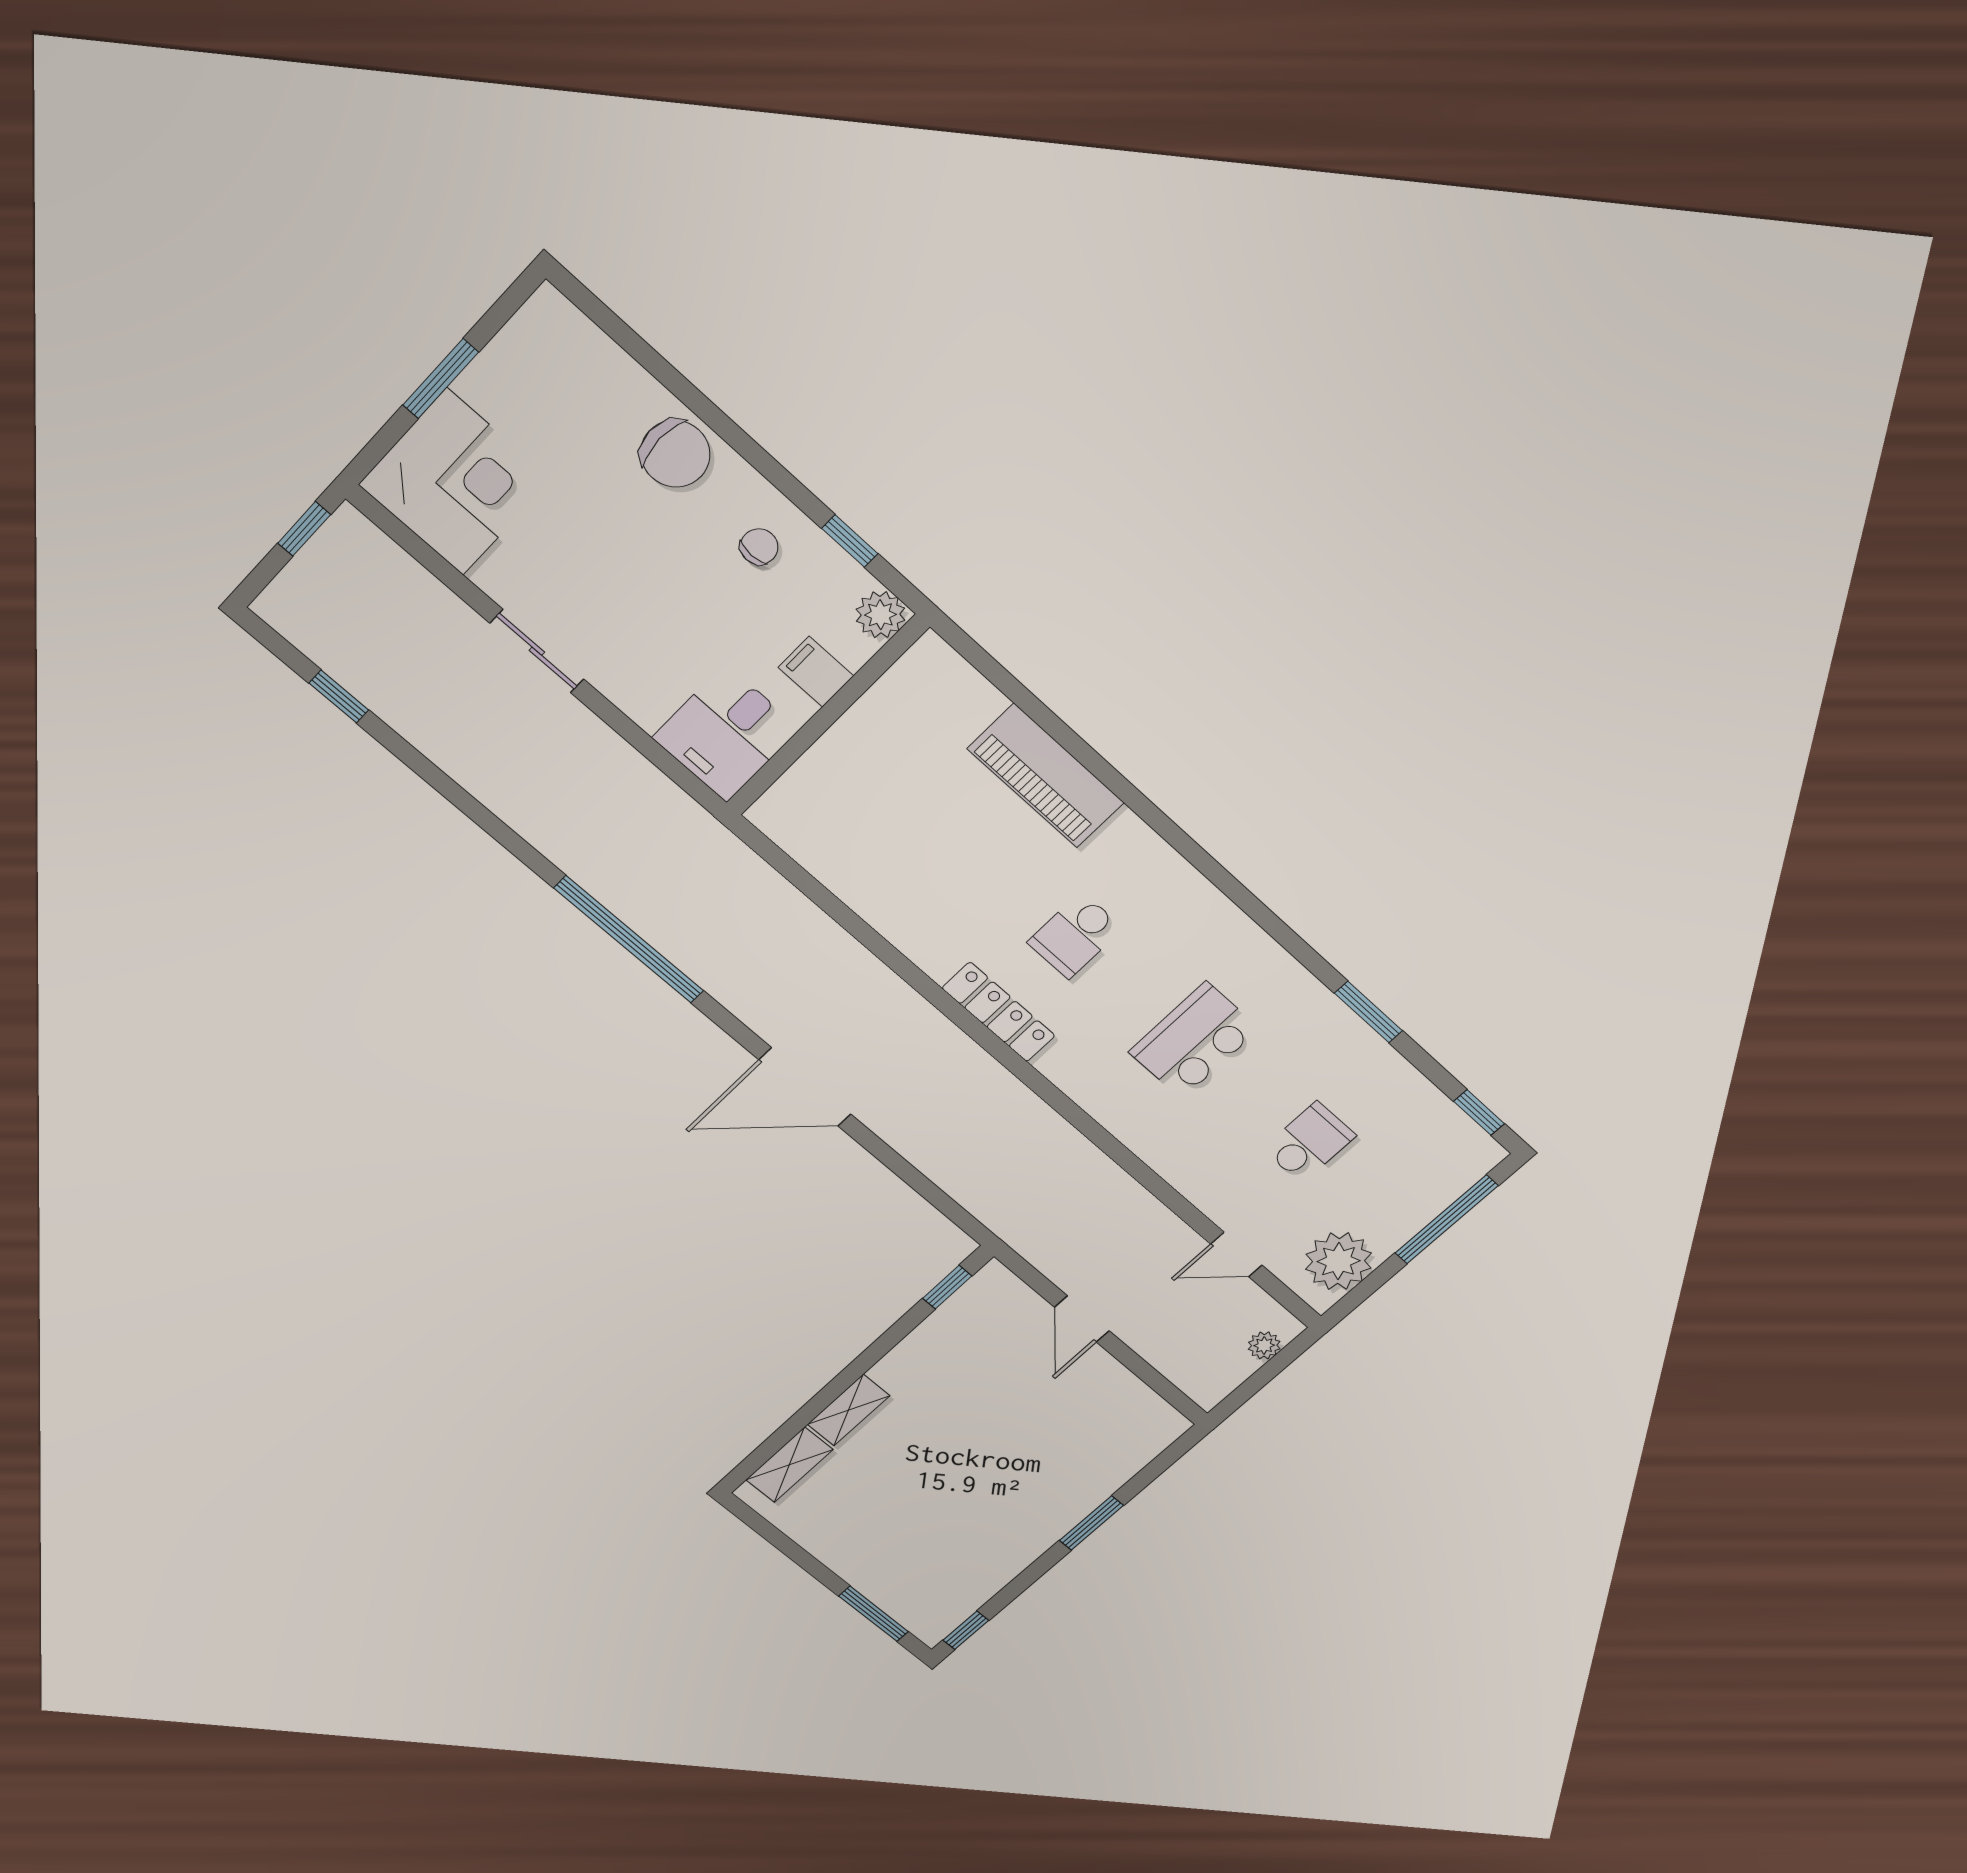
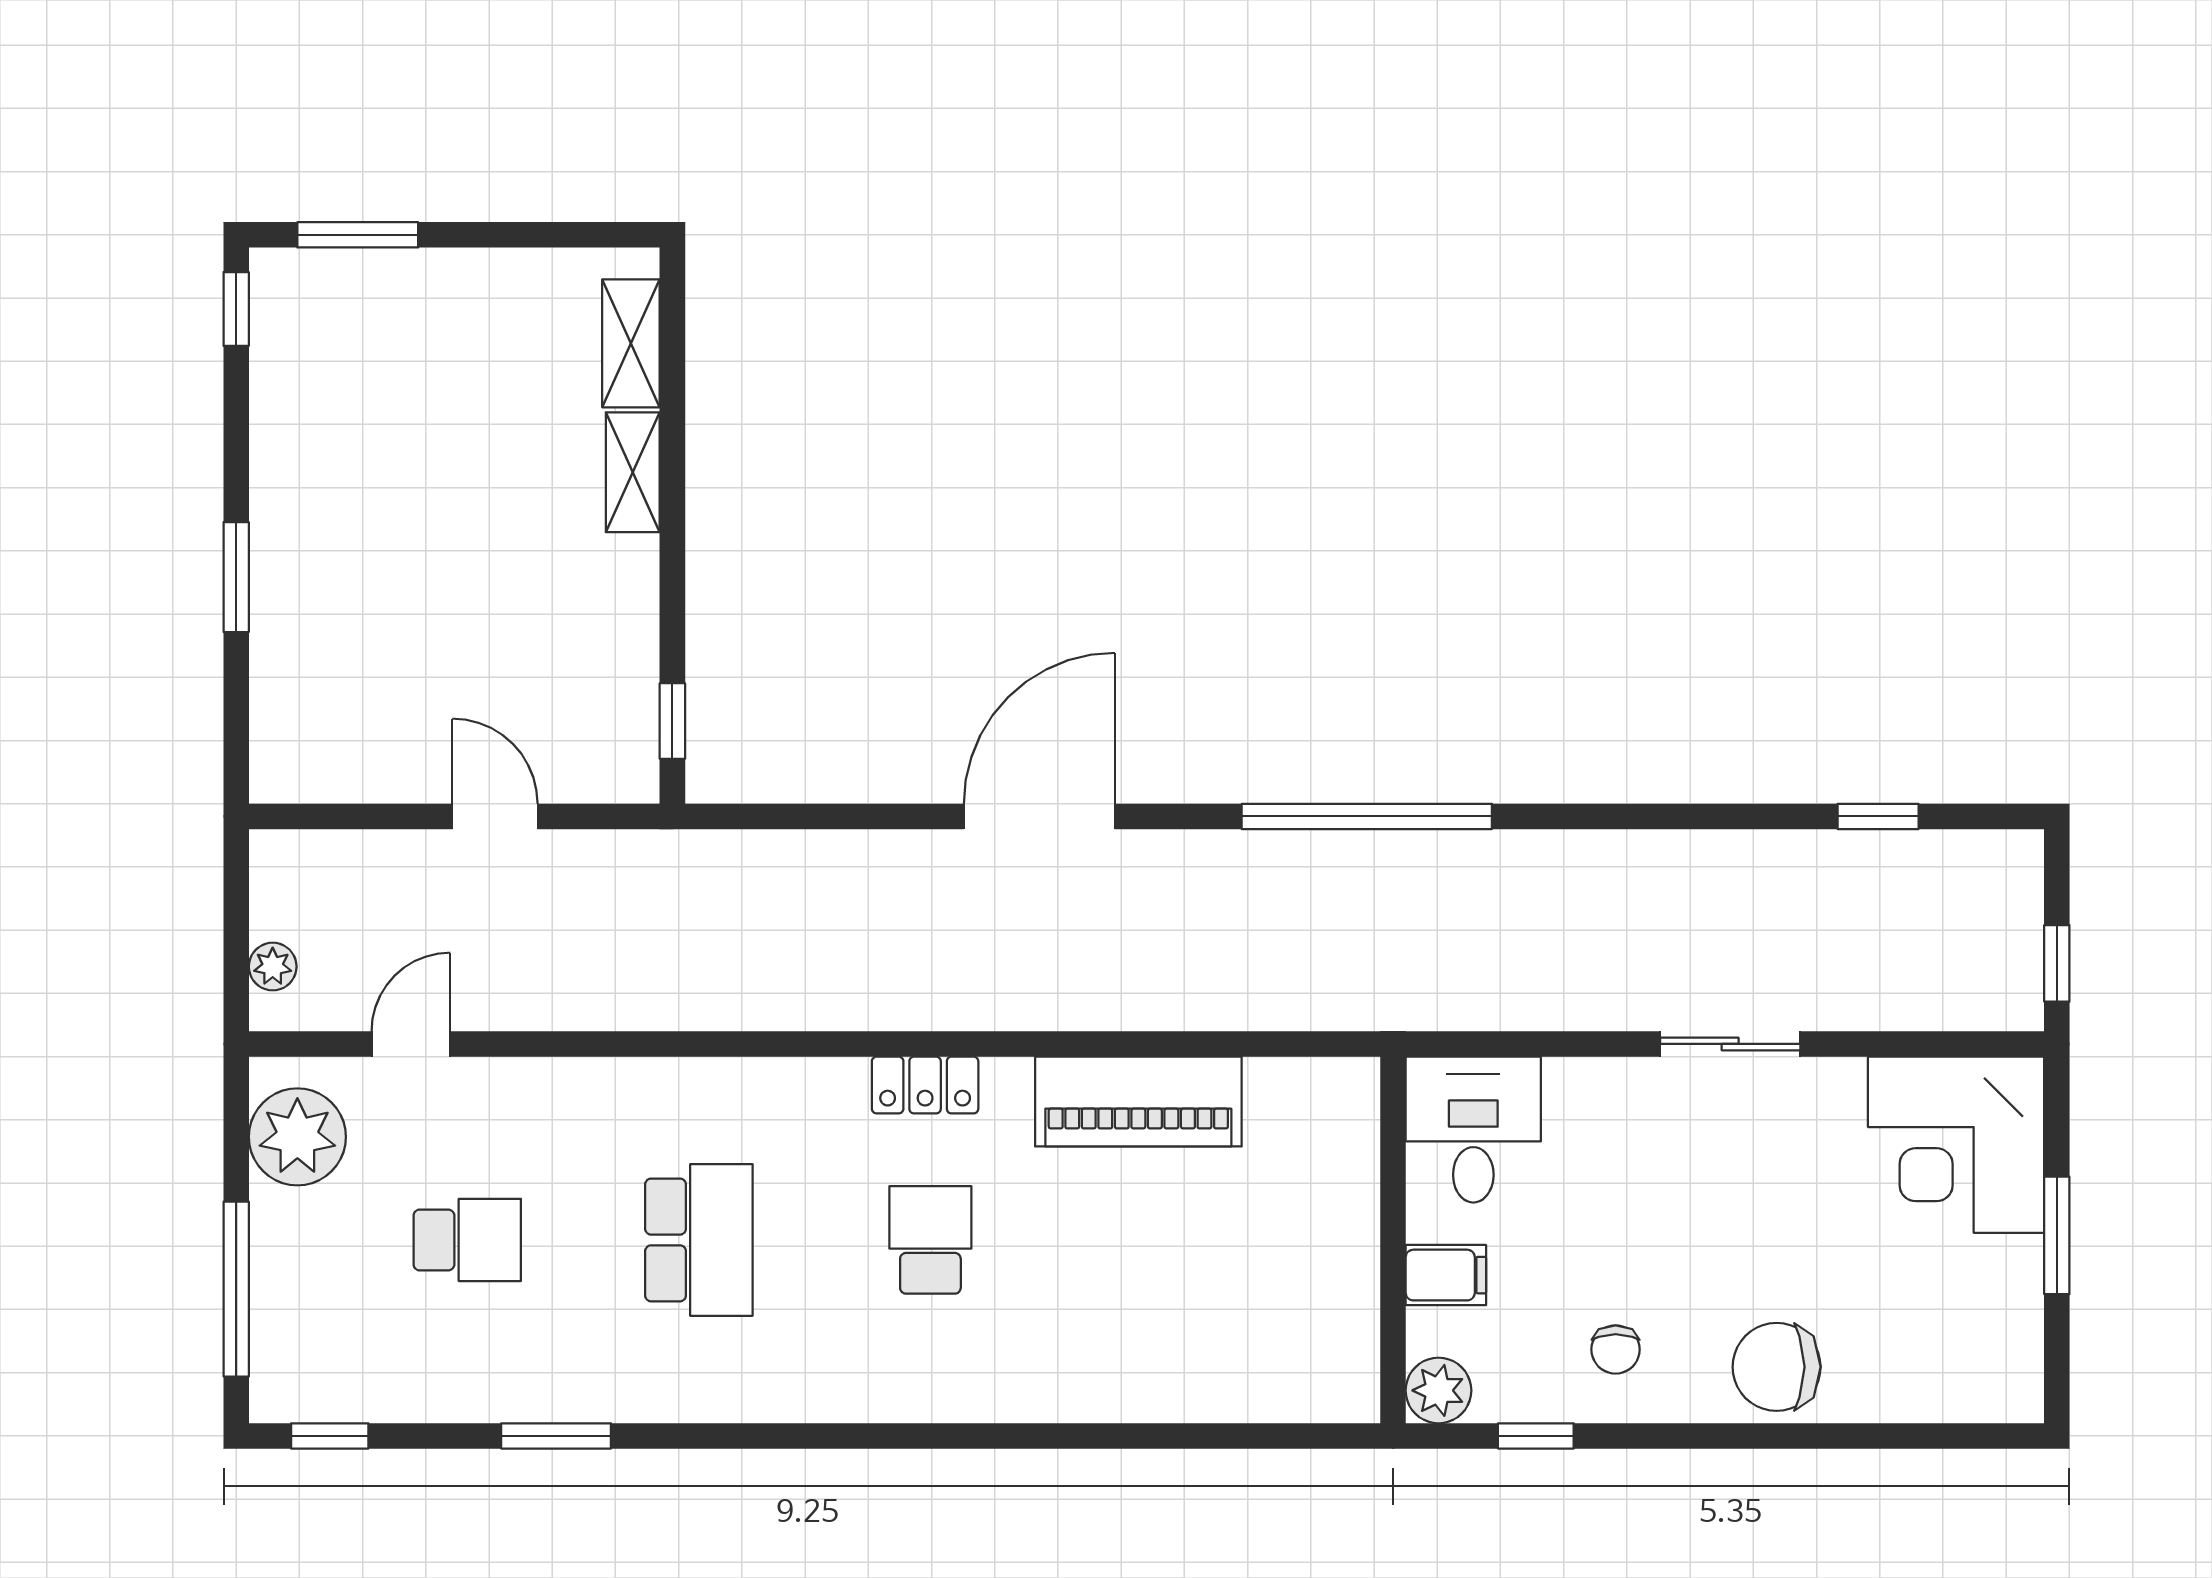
piano: (1046, 776) -> (1138, 1102), moved, turned 180
locker: (999, 1012) -> (925, 1085), width x0.66
school desk: (1309, 1142) -> (467, 1240), turned -90

